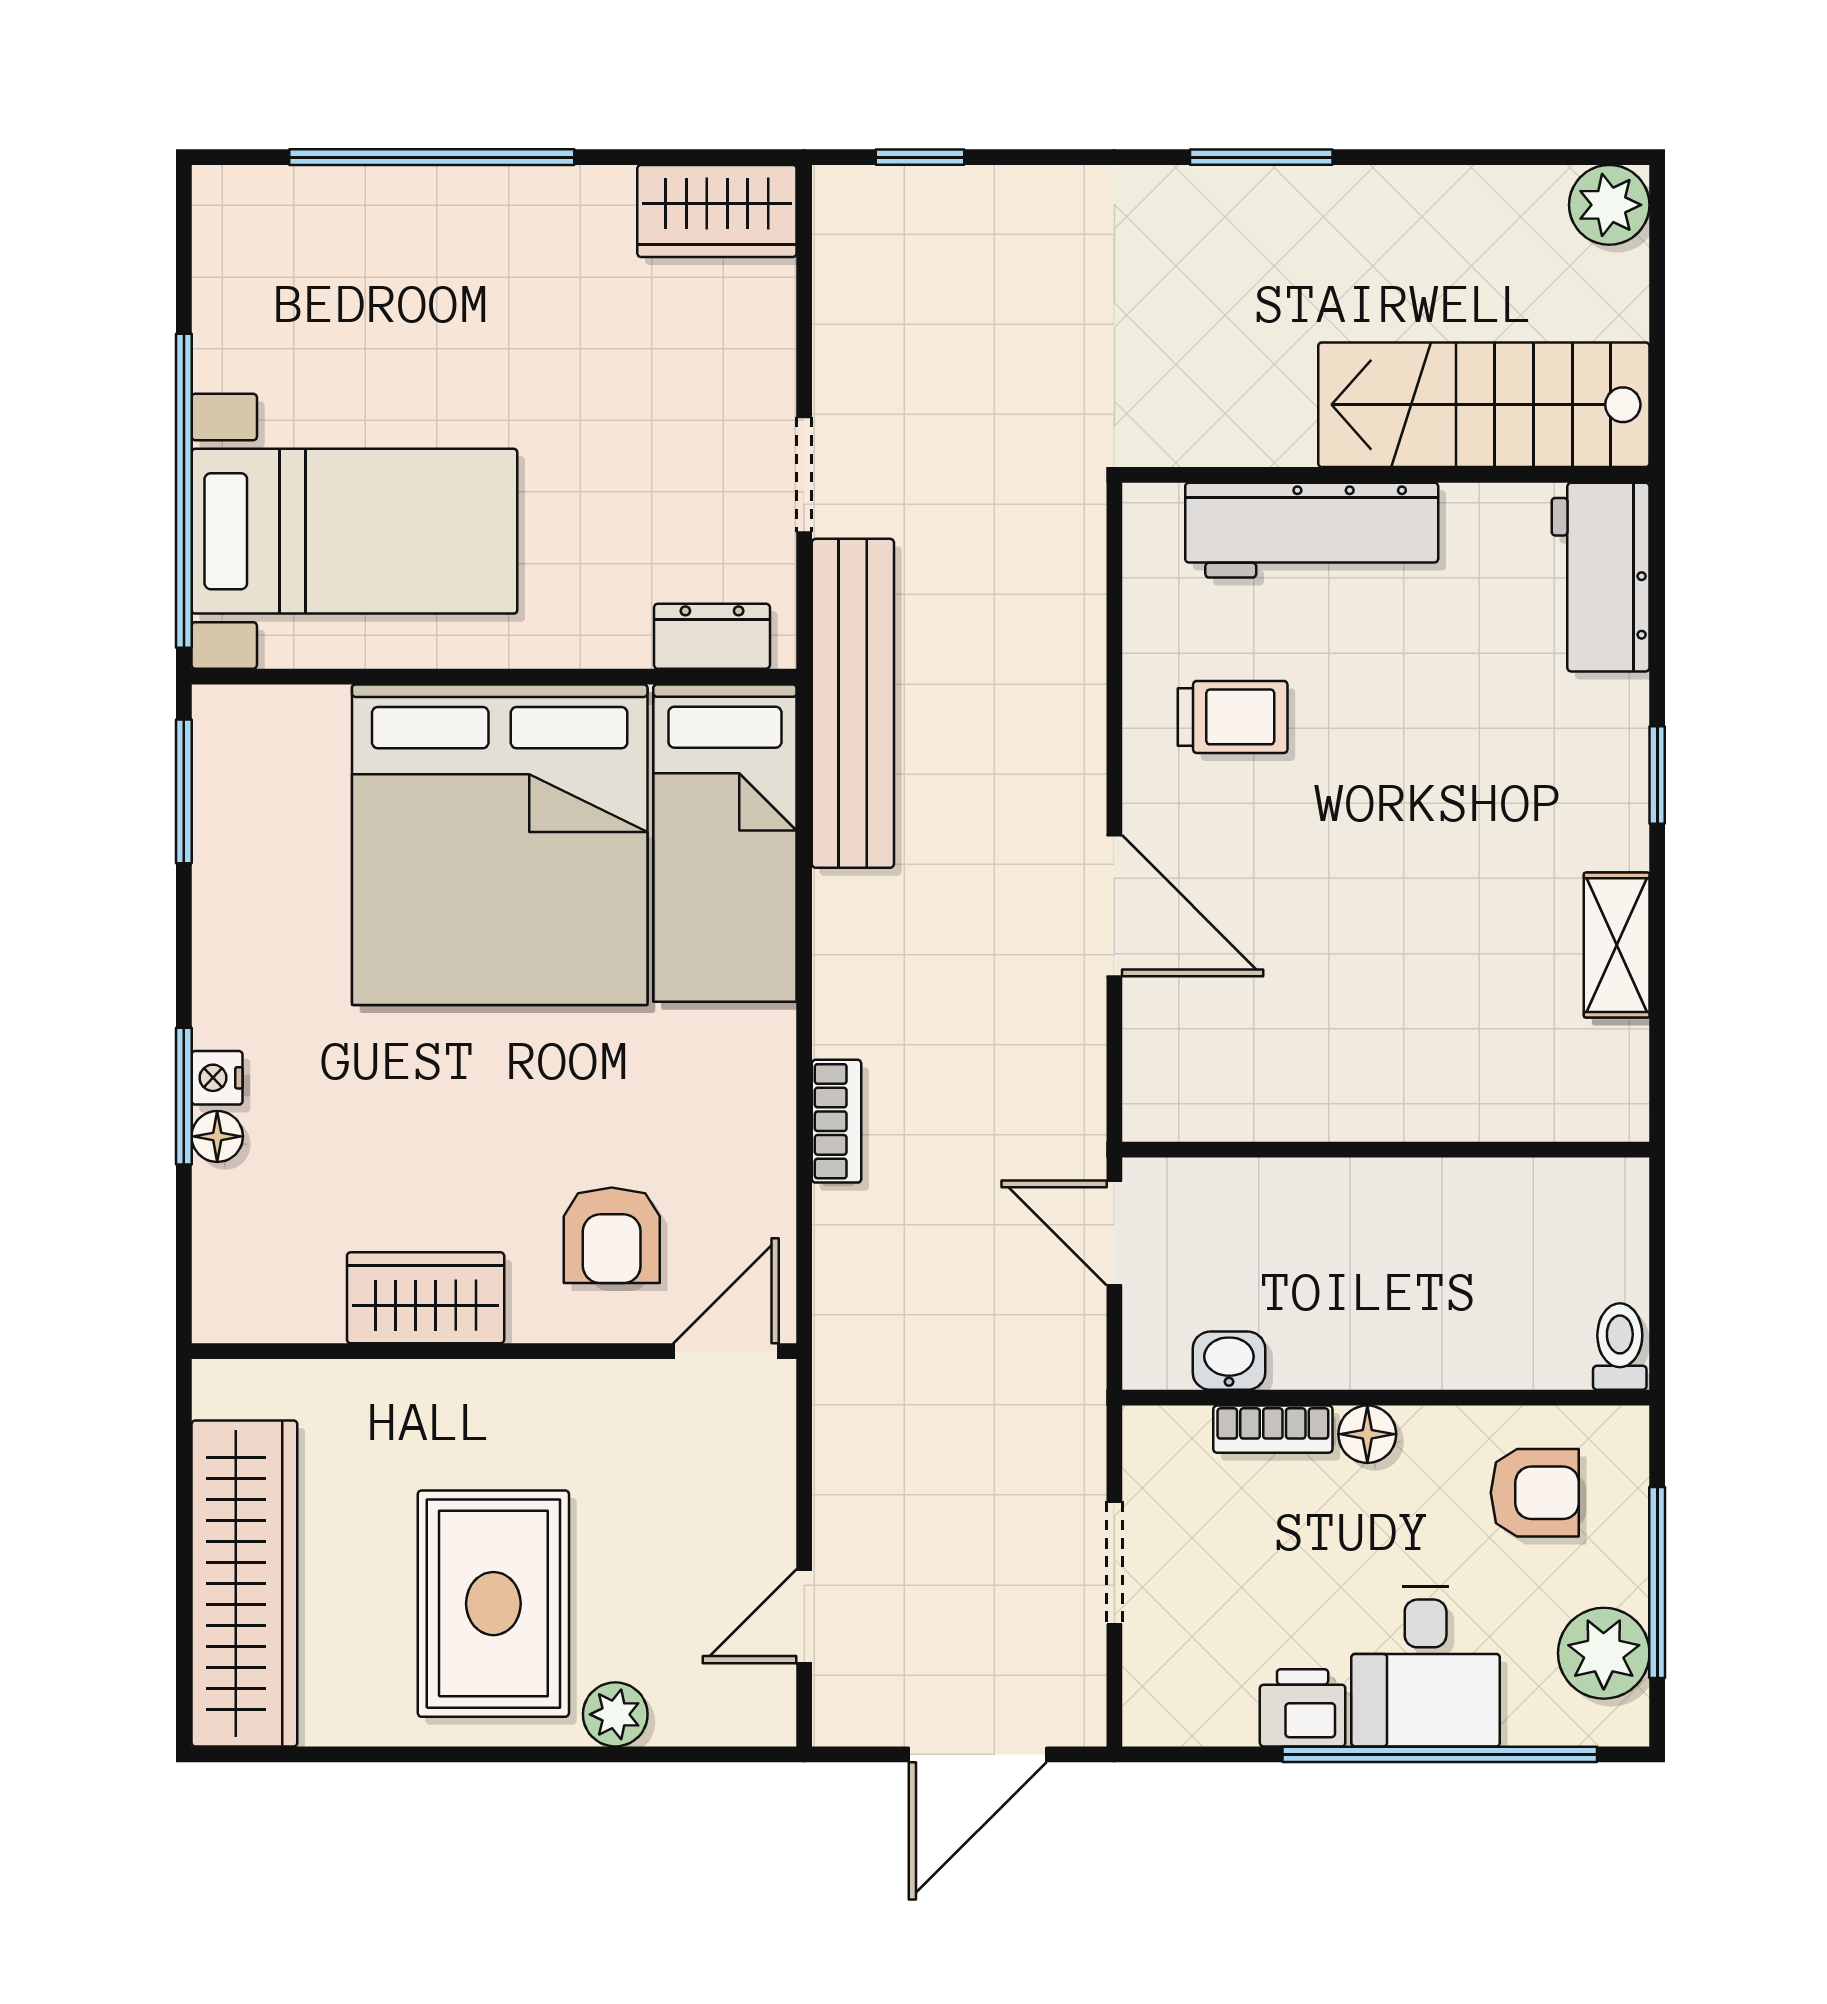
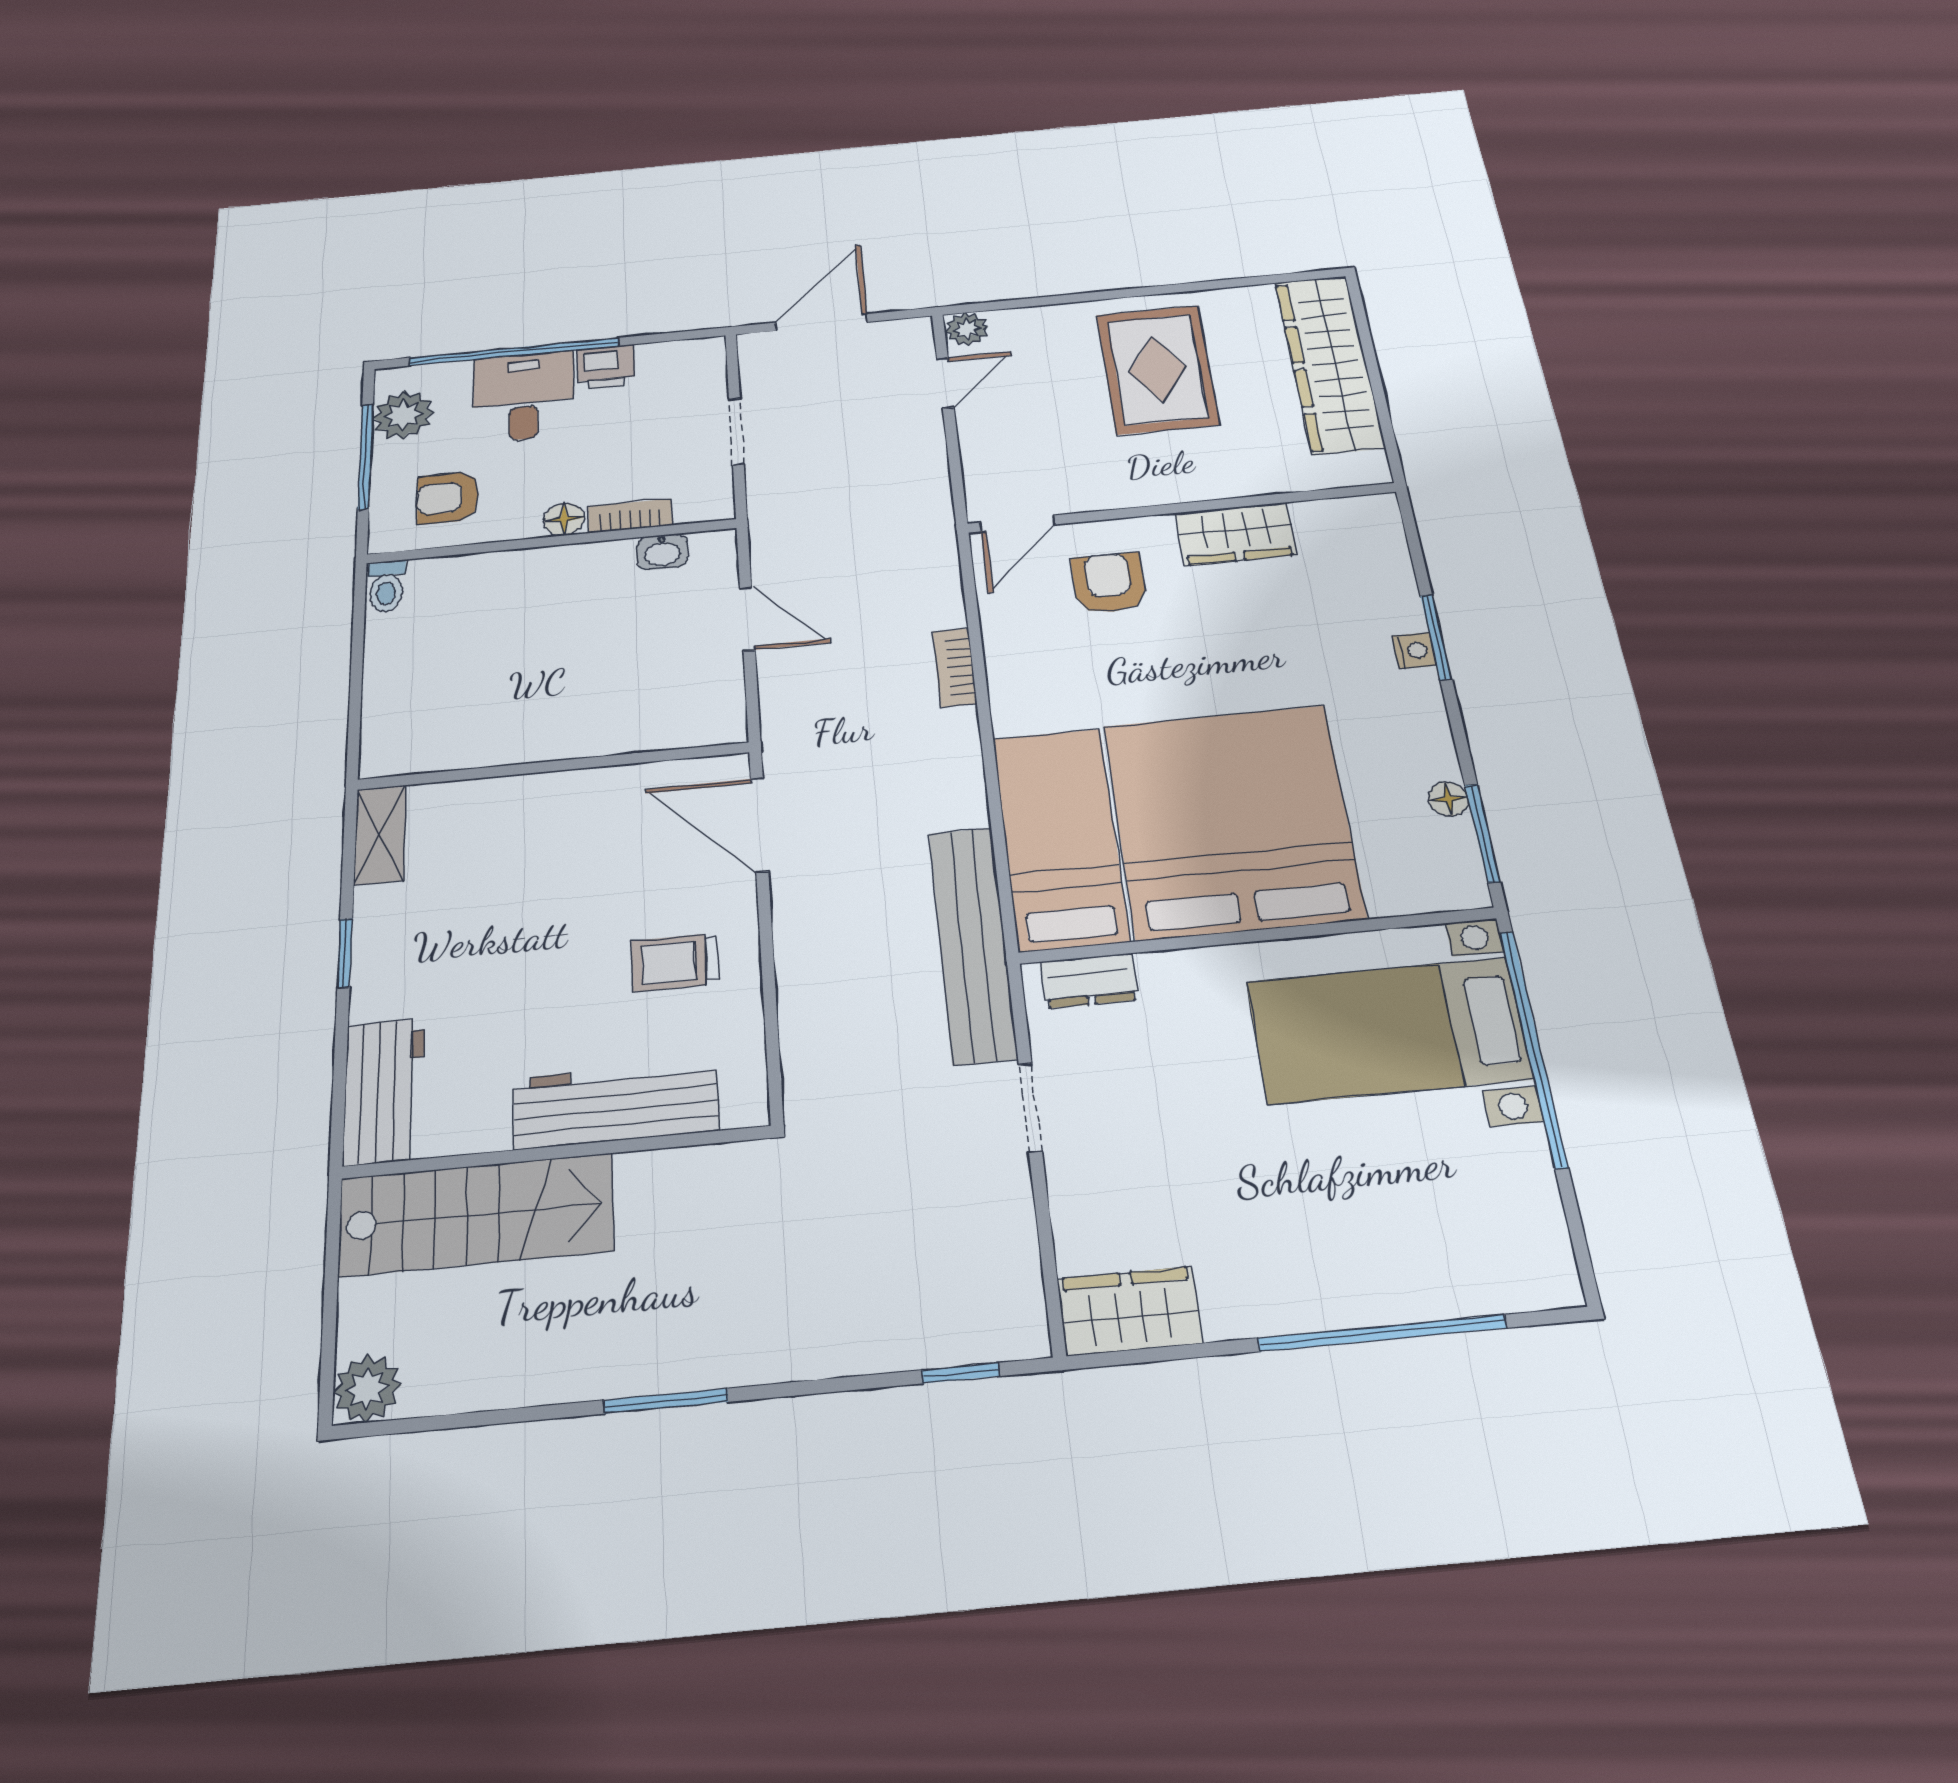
floor lamp: (217, 1136) -> (1448, 799), moved
wall: (1386, 1150) -> (553, 766), moved
plant: (615, 1714) -> (967, 329), moved

